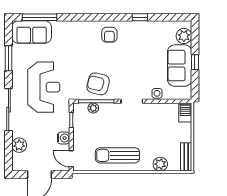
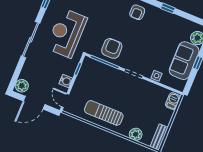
armchair: (98, 84) -> (112, 48), turned 76
reception desk: (44, 87) -> (67, 33), turned 180
plant: (93, 108) -> (100, 66), removed
plant: (19, 145) -> (22, 86), moved

